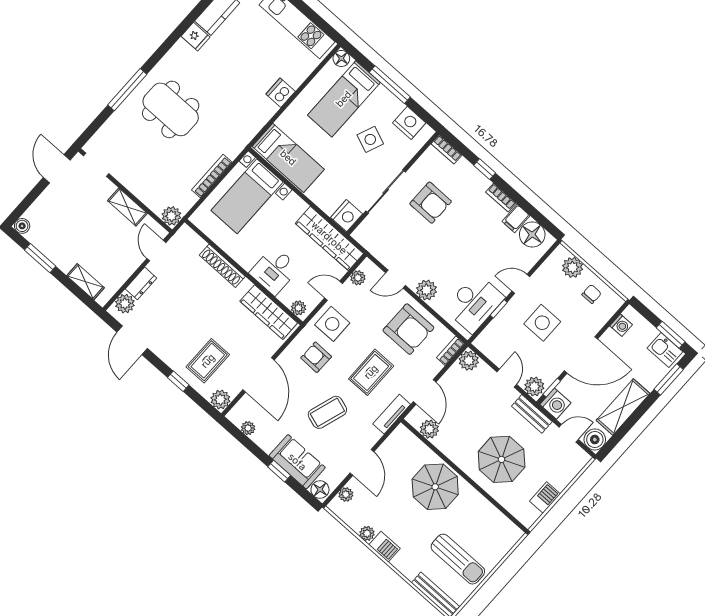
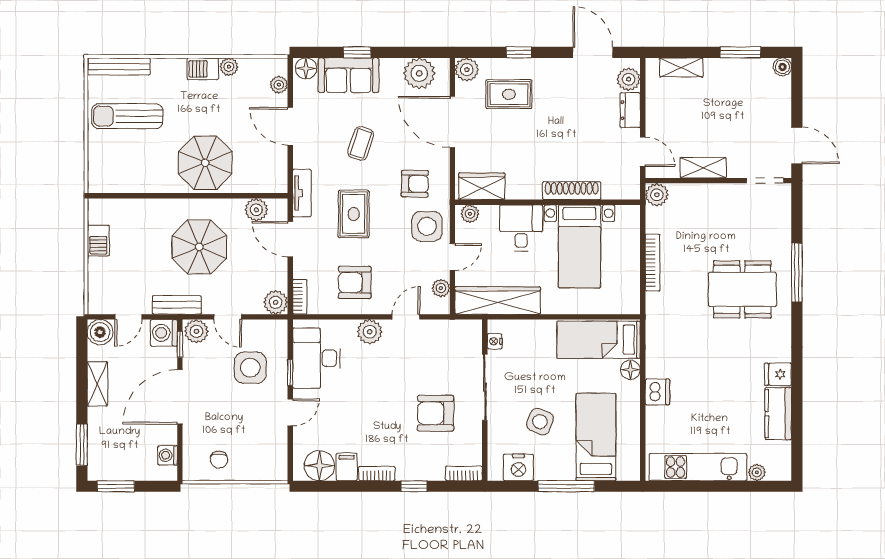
floor lamp: (341, 58) -> (630, 370), moved
bed with nightstands: (247, 196) -> (579, 246), moved, turned 180
nightstand: (346, 216) -> (495, 341), width x0.53, depth x0.56
plant: (573, 267) -> (257, 468), removed
wardrobe: (269, 312) -> (482, 186), width x0.67
side table: (542, 323) -> (250, 368), moved
armchair: (408, 329) -> (355, 282), width x0.73, depth x0.73
kitchen sink: (665, 350) -> (109, 468), removed
rug: (208, 361) -> (509, 94), turned 90
shelving: (623, 407) -> (97, 384), width x0.67, depth x0.75
coffee table: (327, 412) -> (361, 143), width x0.73, depth x0.77
plant: (248, 428) -> (419, 73), width x1.88, depth x1.88
parasol: (502, 459) -> (199, 247), moved

